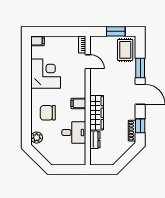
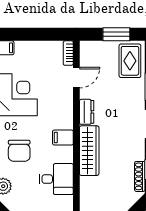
door: (88, 62) -> (76, 78), hinge flipped
chair: (48, 113) -> (19, 151), turned -90
dresser: (95, 140) -> (87, 112), moved

